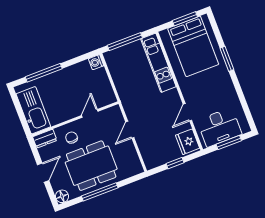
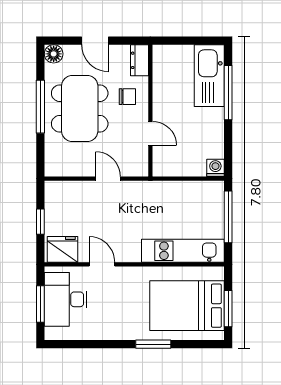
kitchen sink: (33, 110) -> (209, 76), moved, turned 90

